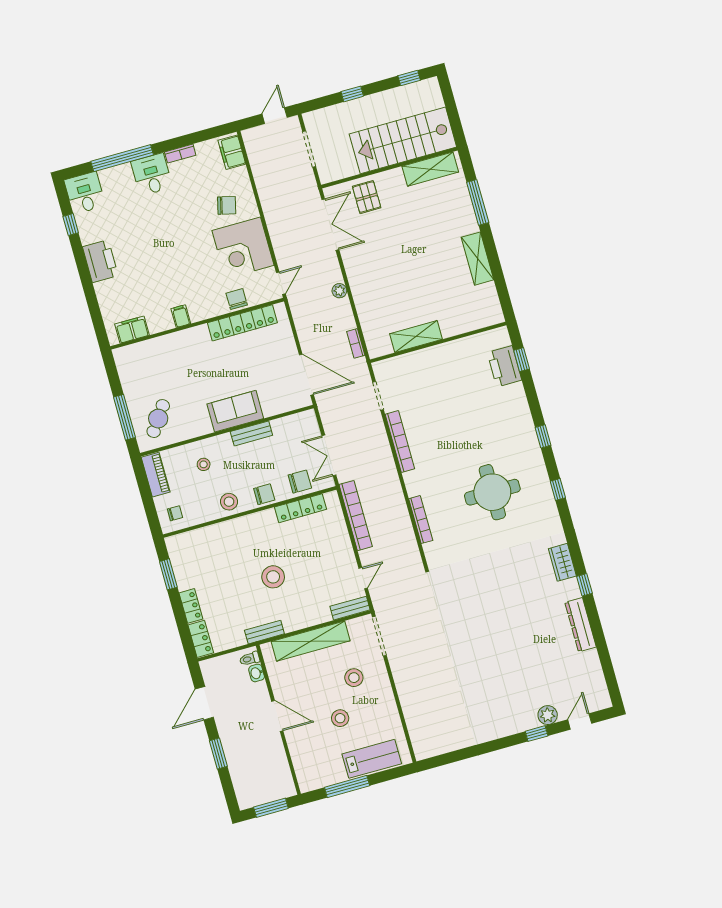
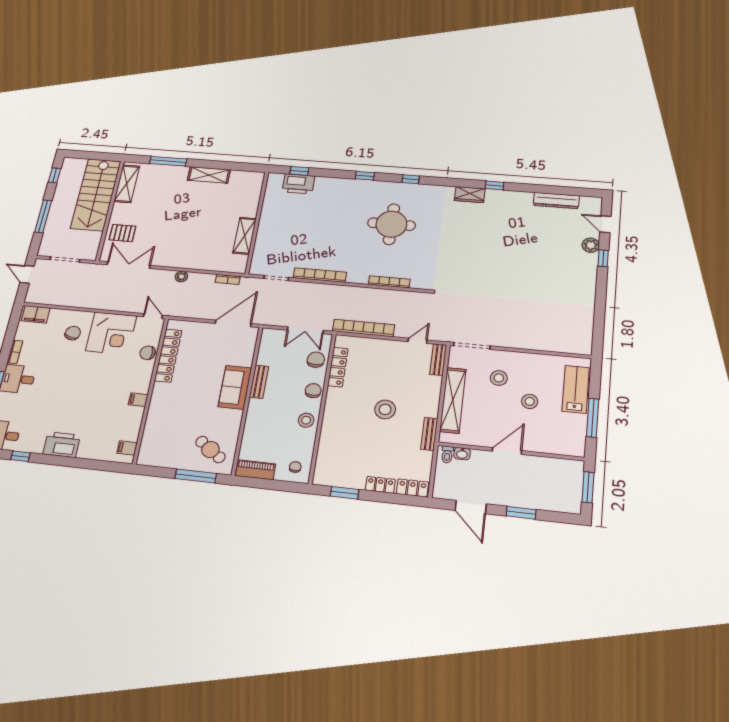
window: (352, 94) -> (43, 216), width x2.17
filing cabinet: (132, 330) -> (127, 448), width x0.50
stool: (204, 464) -> (266, 428), removed
door: (363, 578) -> (418, 341), hinge flipped
dresser: (581, 625) -> (556, 201), moved

